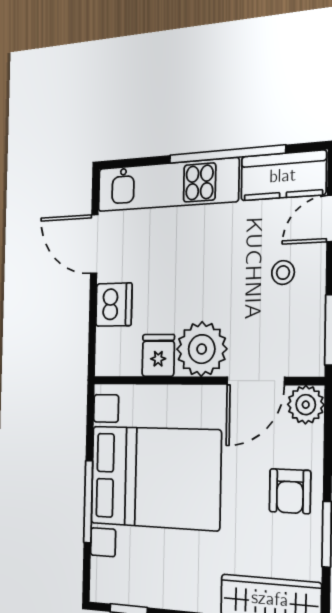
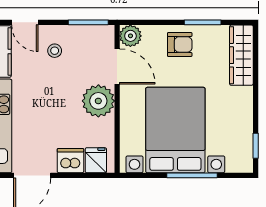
fridge: (158, 355) -> (96, 160), moved, turned 90

